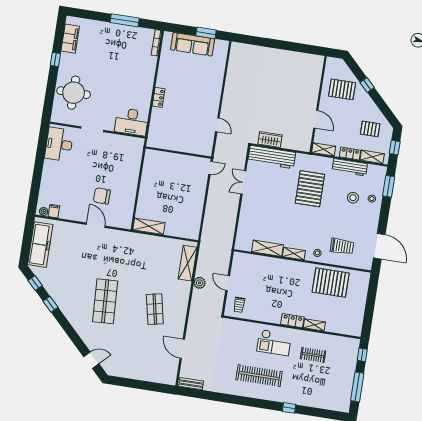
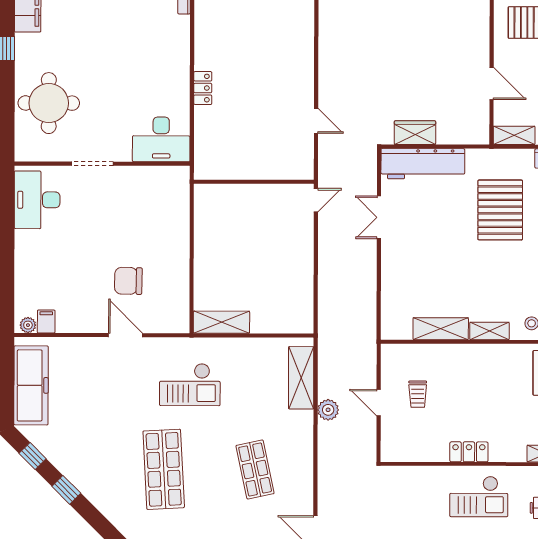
checkout: (127, 257) -> (190, 385), added
trolley: (239, 305) -> (418, 394), moved
locker: (292, 321) -> (469, 452), moved

